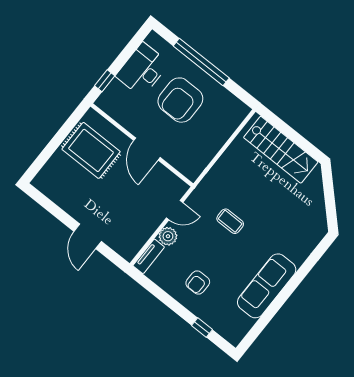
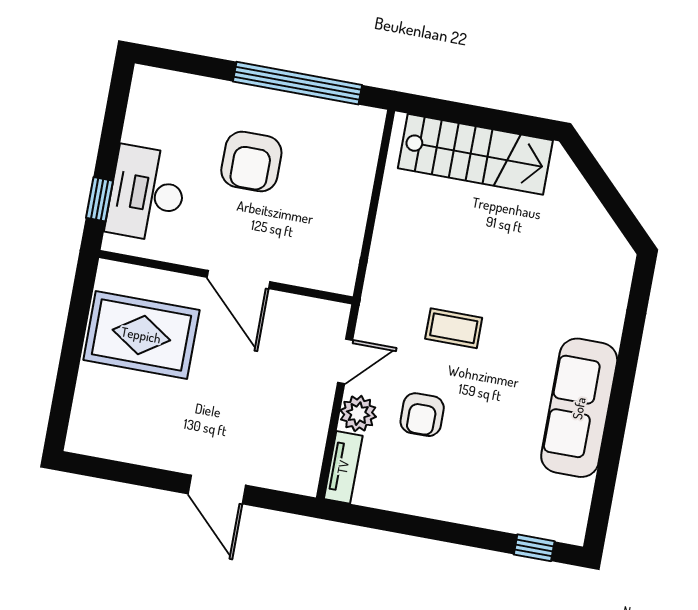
window: (201, 62) -> (298, 83), moved
desk: (143, 70) -> (147, 194), moved
armchair: (180, 100) -> (251, 162), width x0.73, depth x0.73
armchair: (198, 283) -> (422, 415), moved
window: (202, 328) -> (534, 548), moved

